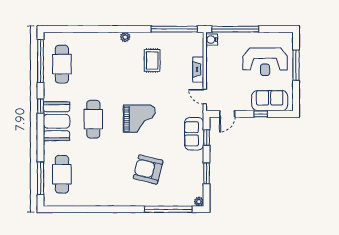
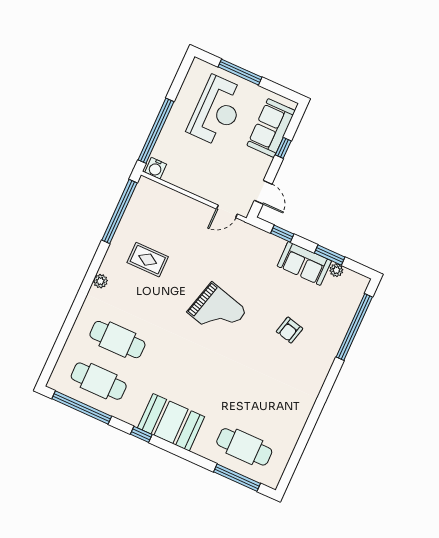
fireplace: (198, 69) -> (187, 204), removed
cafe table: (93, 119) -> (117, 340), moved
grand piano: (139, 119) -> (217, 311), turned 105
sofa: (194, 134) -> (304, 263), moved
armchair: (148, 169) -> (290, 330), width x0.53, depth x0.53
plant: (199, 202) -> (336, 270), moved

